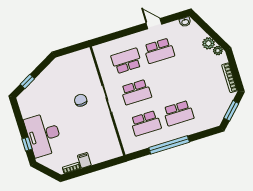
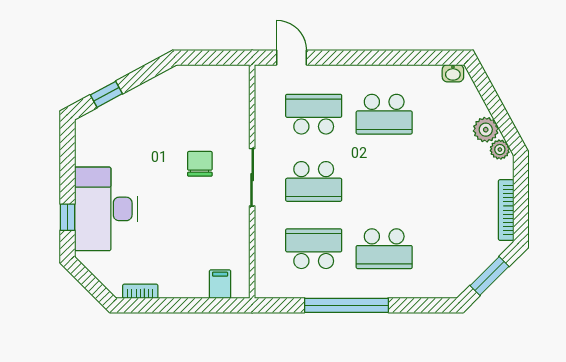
door: (154, 24) -> (292, 58), moved
school desk: (146, 123) -> (314, 249), turned 180
filing cabinet: (84, 160) -> (220, 284), moved

